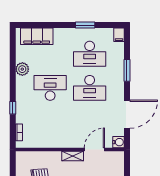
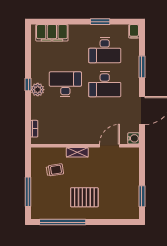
plant: (22, 69) -> (38, 90), moved
window: (13, 108) -> (28, 85), moved
shelving: (73, 156) -> (77, 152), moved

